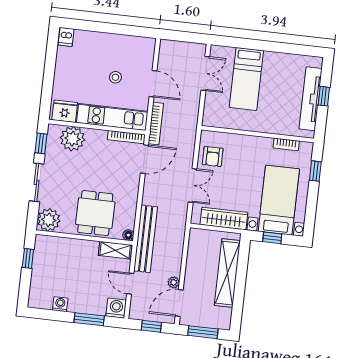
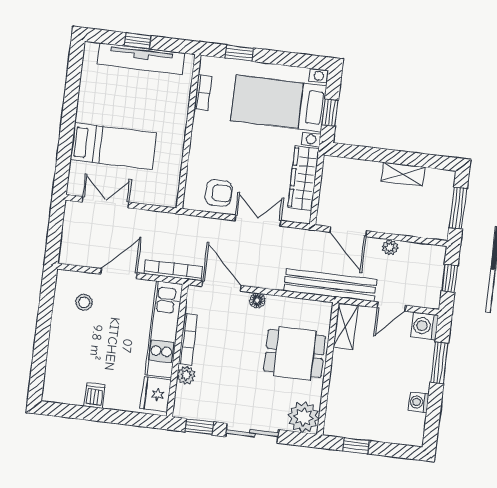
dishwasher: (66, 37) -> (95, 395), moved, turned -90
stool: (115, 77) -> (84, 302), moved
bookcase: (126, 137) -> (188, 339), moved
plant: (72, 139) -> (186, 375), width x0.53, depth x0.53
floor lamp: (128, 235) -> (257, 300), moved
shelving: (227, 273) -> (403, 174), width x0.45, depth x0.75
door: (179, 303) -> (348, 232), moved

